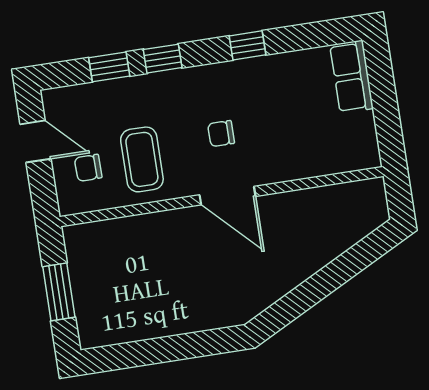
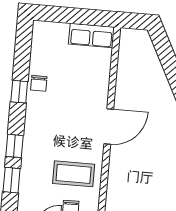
row of seats: (352, 77) -> (91, 36), moved
chair: (221, 134) -> (39, 83), moved

